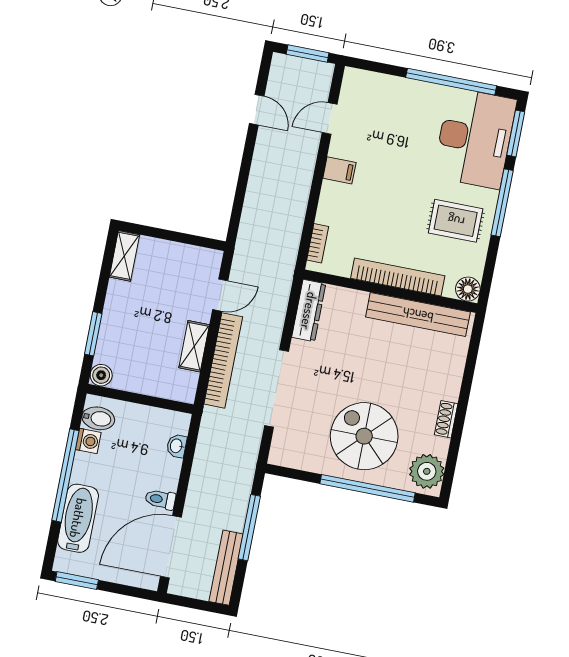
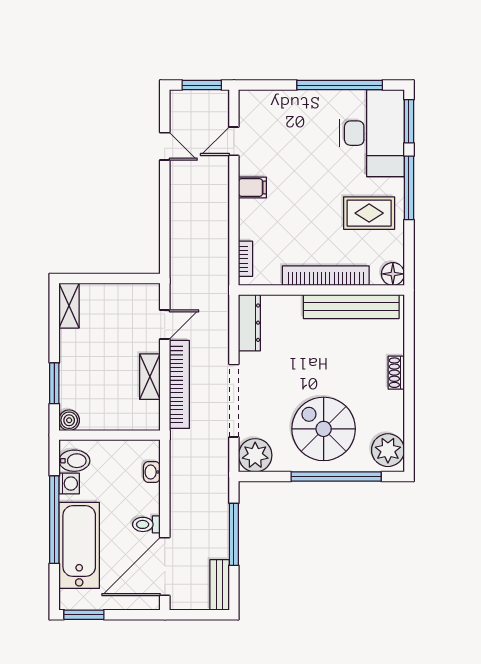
shoe rack: (446, 419) -> (396, 373), moved
plant: (288, 450) -> (255, 455), added
bathtub: (78, 518) -> (79, 545), width x1.36, depth x1.36
bench: (226, 568) -> (220, 585), width x0.73

